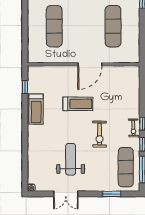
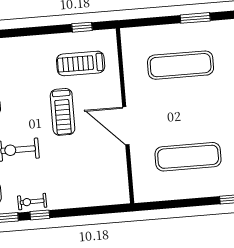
window: (25, 14) -> (195, 18), added
treadmill: (36, 109) -> (81, 63), moved

